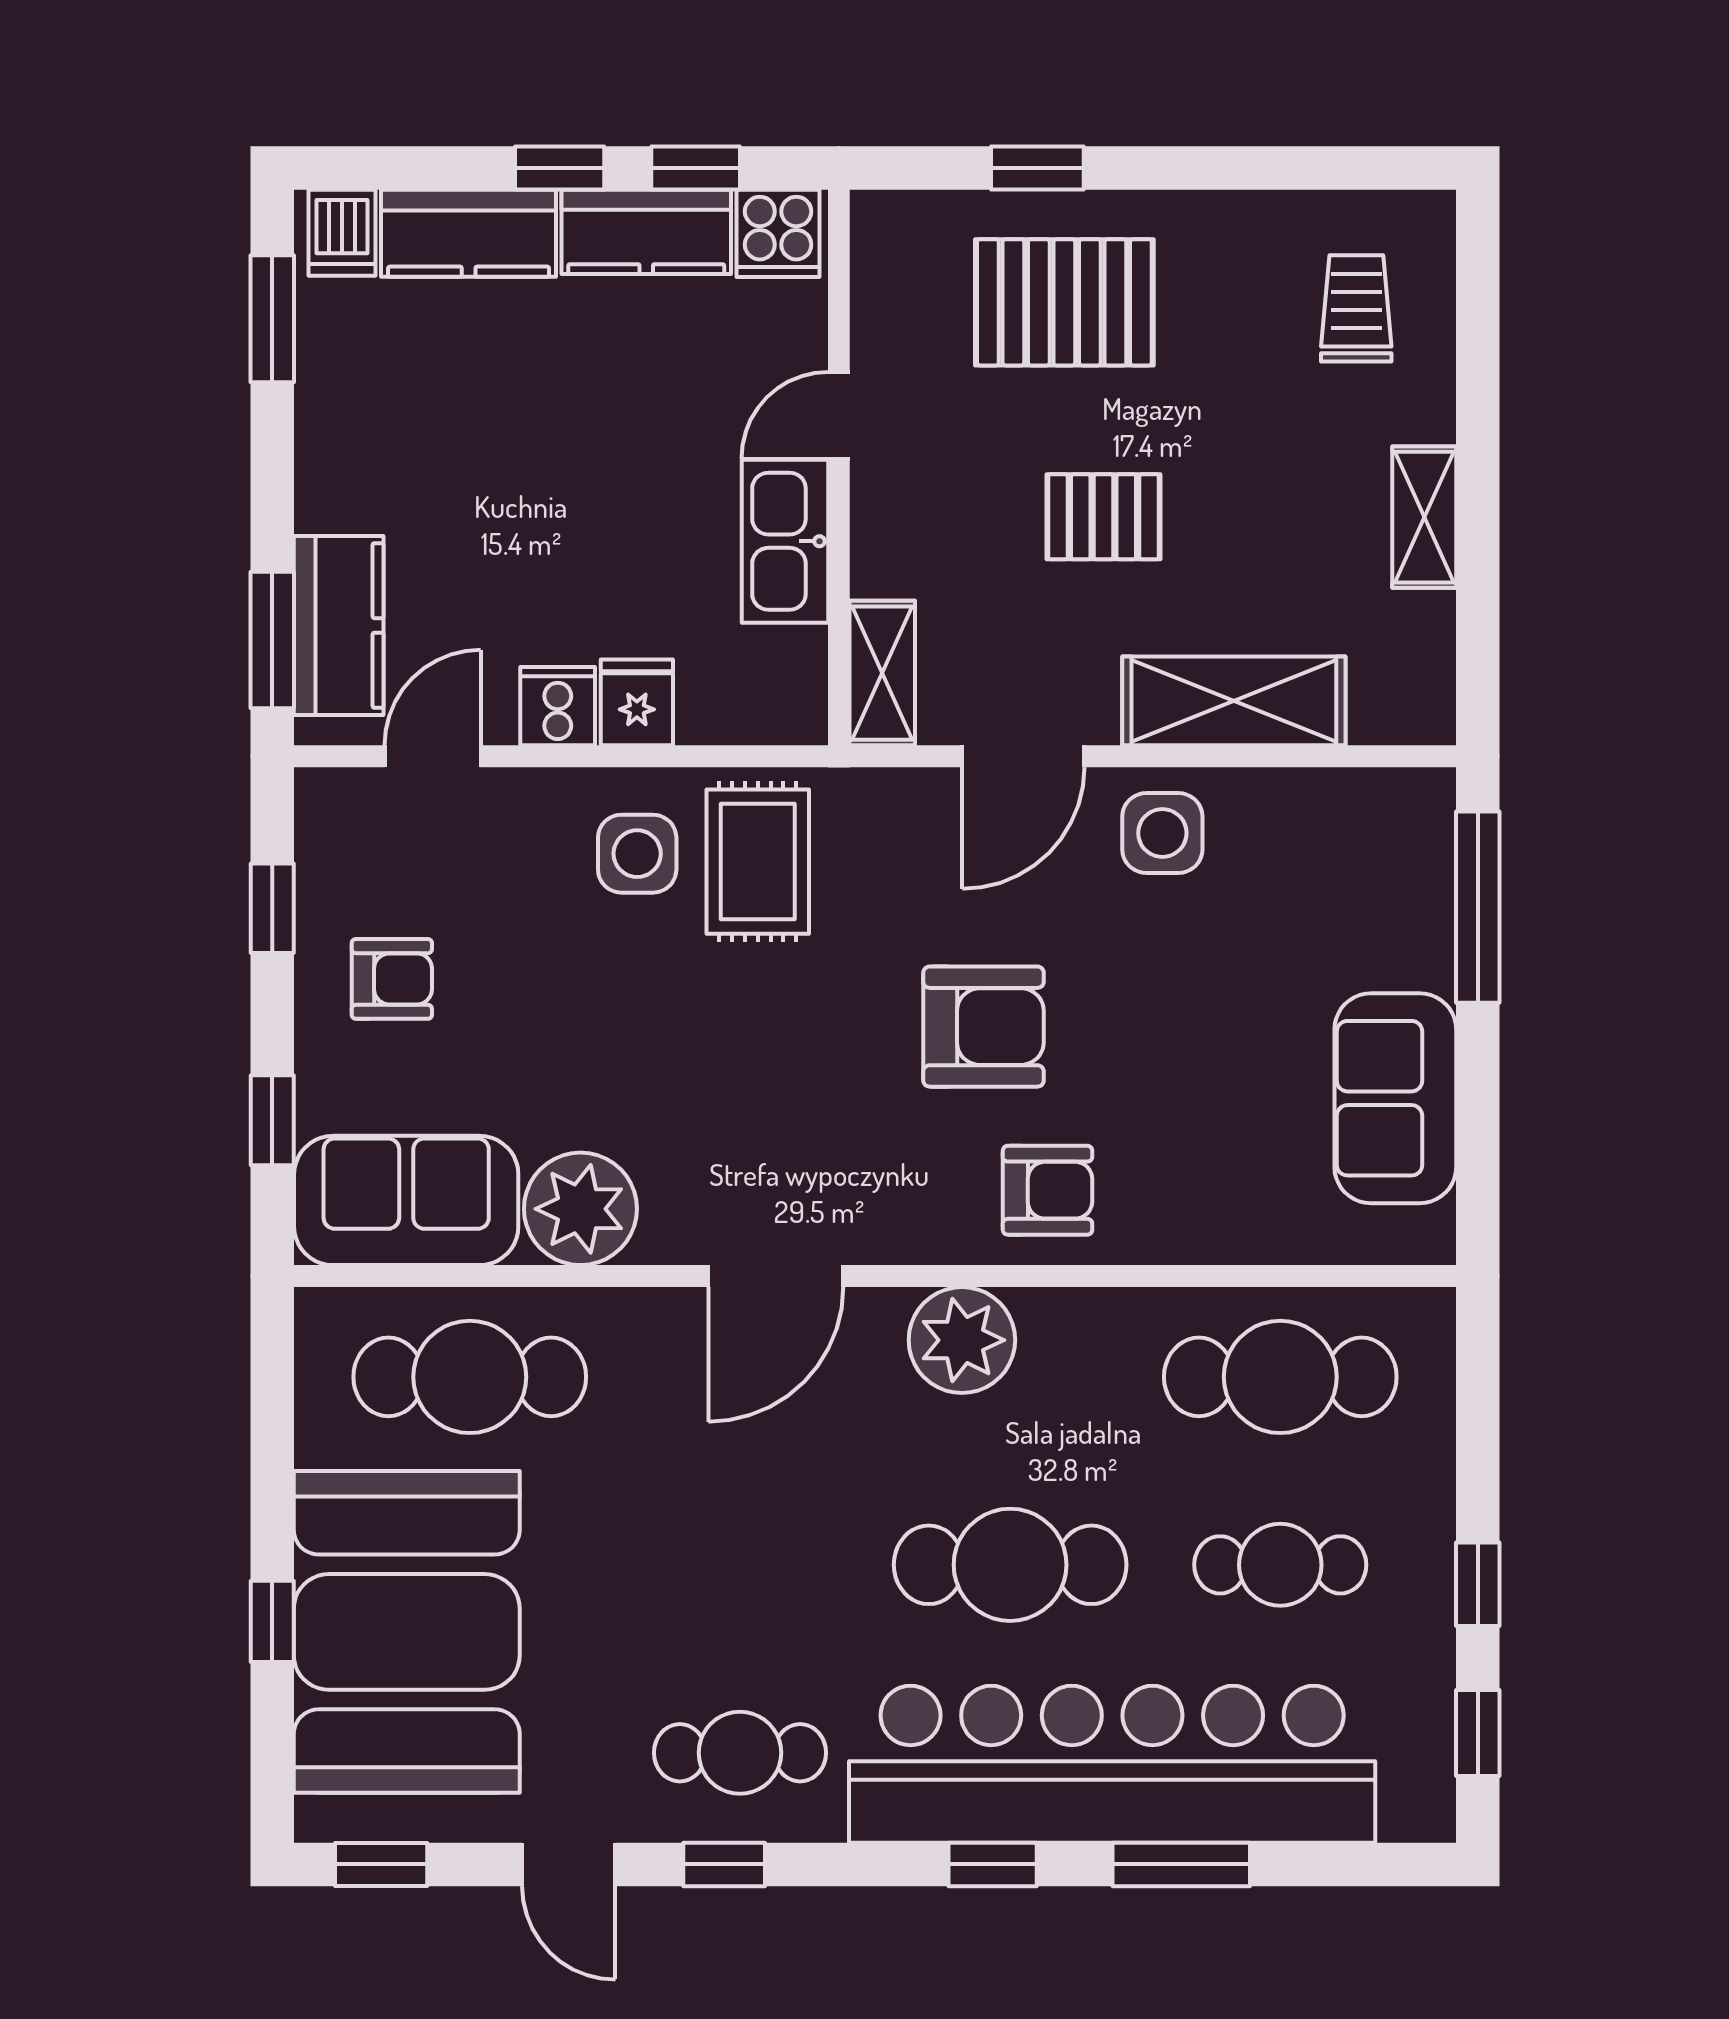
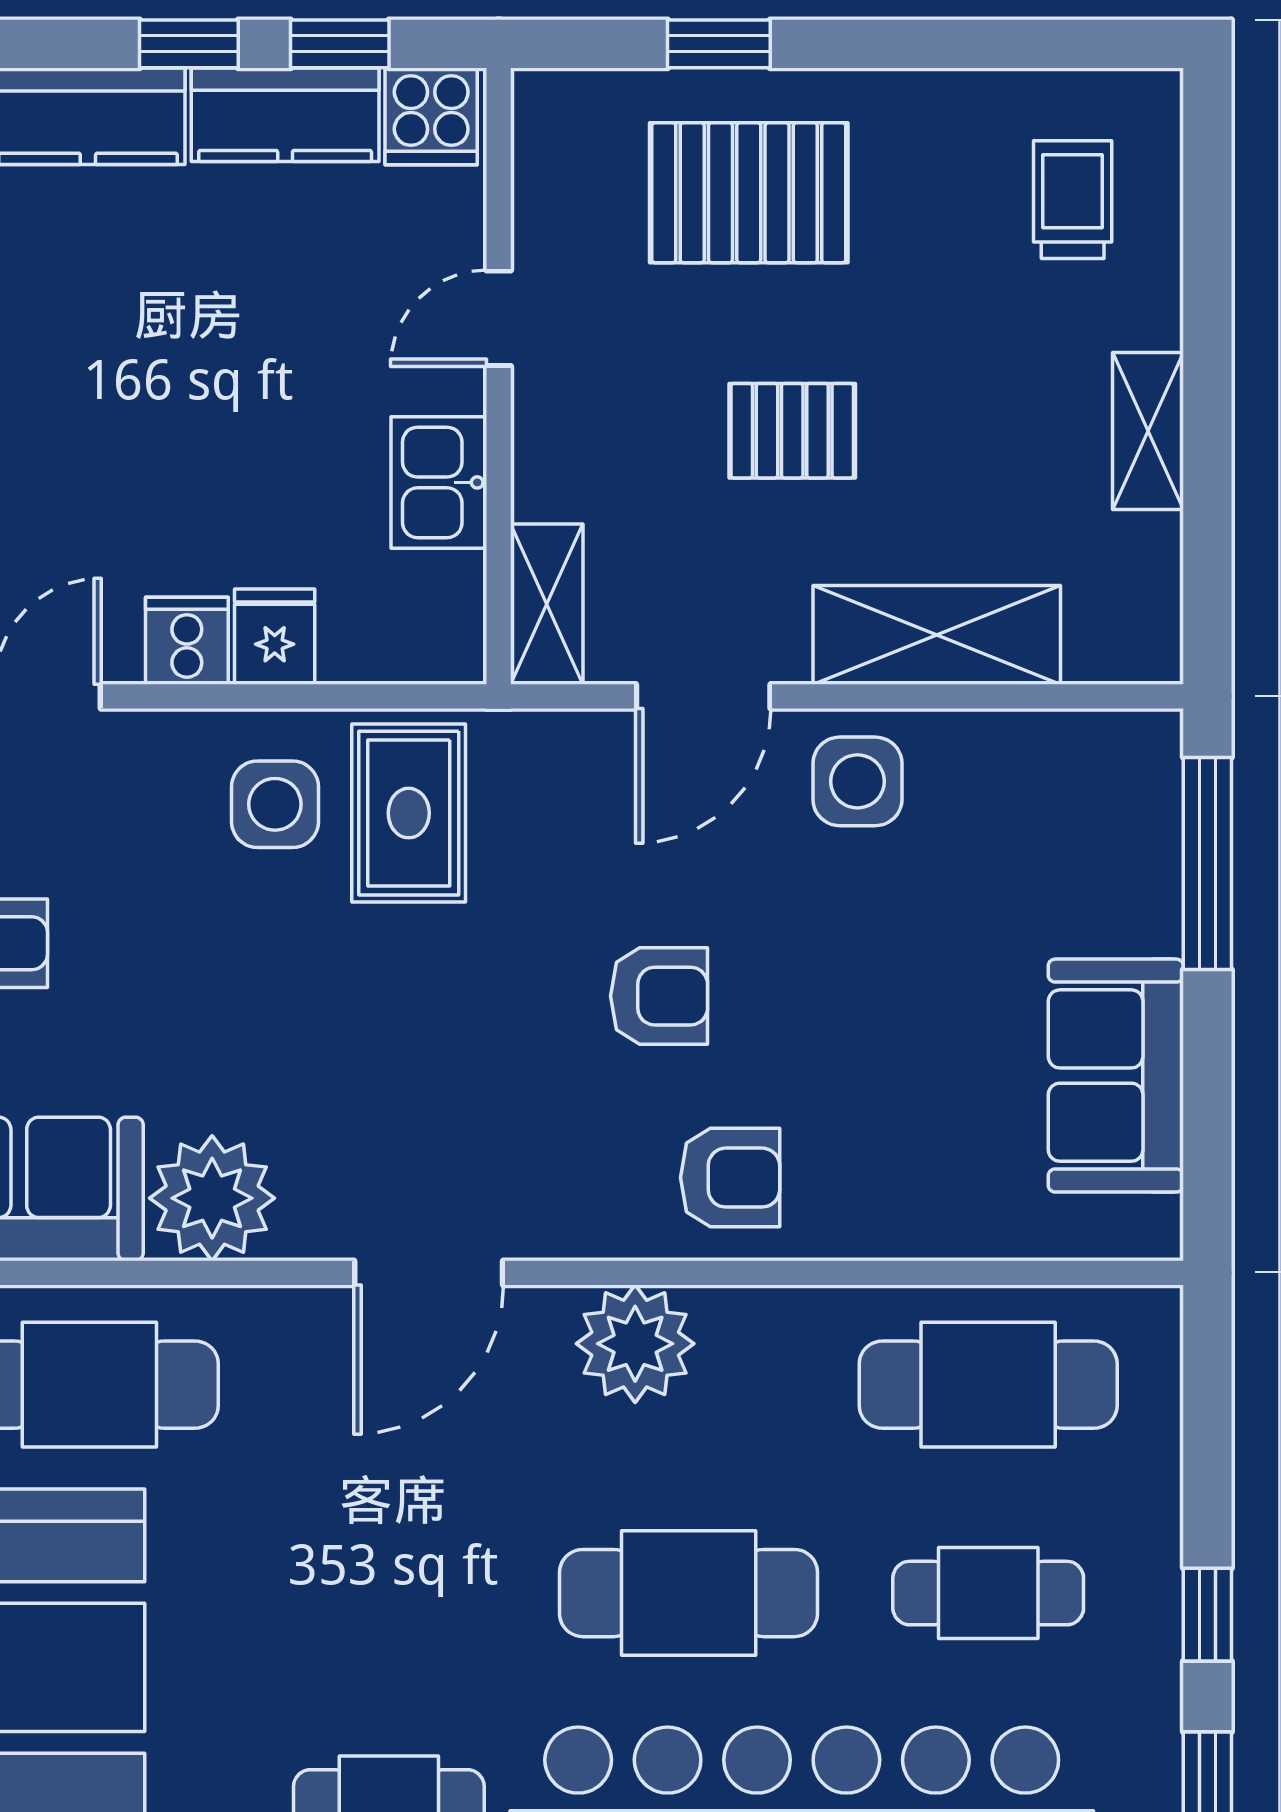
kitchen sink: (785, 541) -> (439, 482), width x0.73
armchair: (984, 1027) -> (659, 996), width x0.72, depth x0.72

